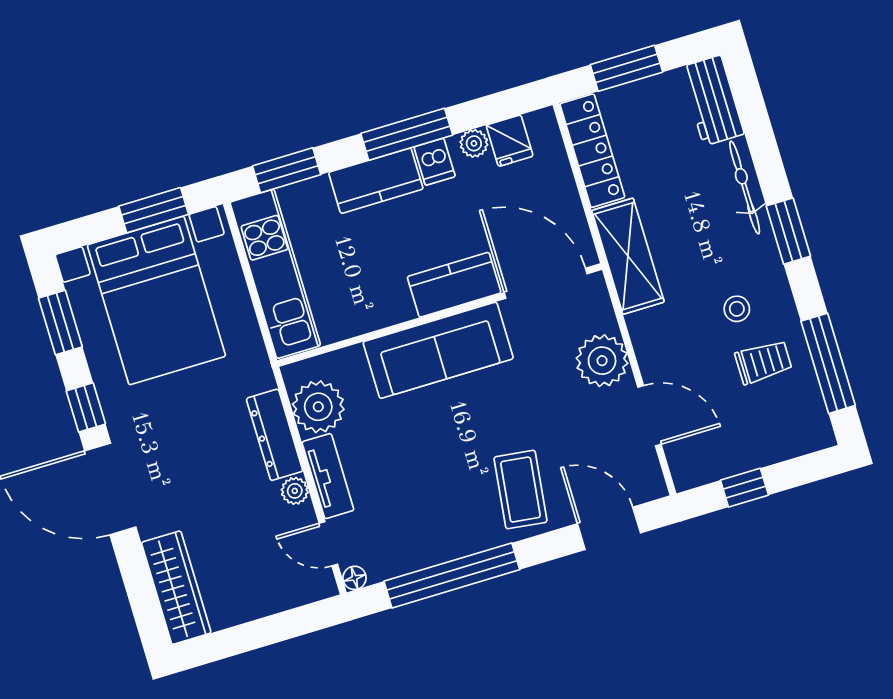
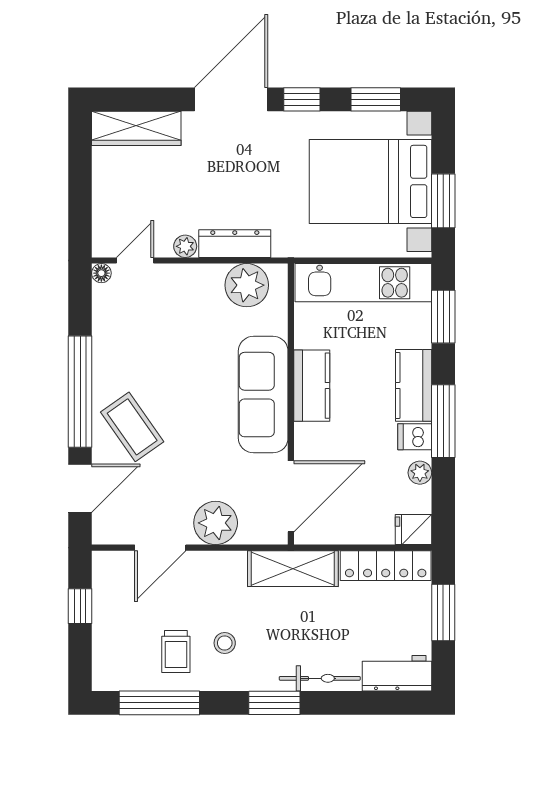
fridge: (510, 141) -> (413, 530), moved
kitchen counter: (454, 285) -> (312, 386), moved
tv unit: (328, 476) -> (189, 276), removed
coffee table: (520, 490) -> (132, 427), turned 48
window: (452, 575) -> (80, 392), moved

